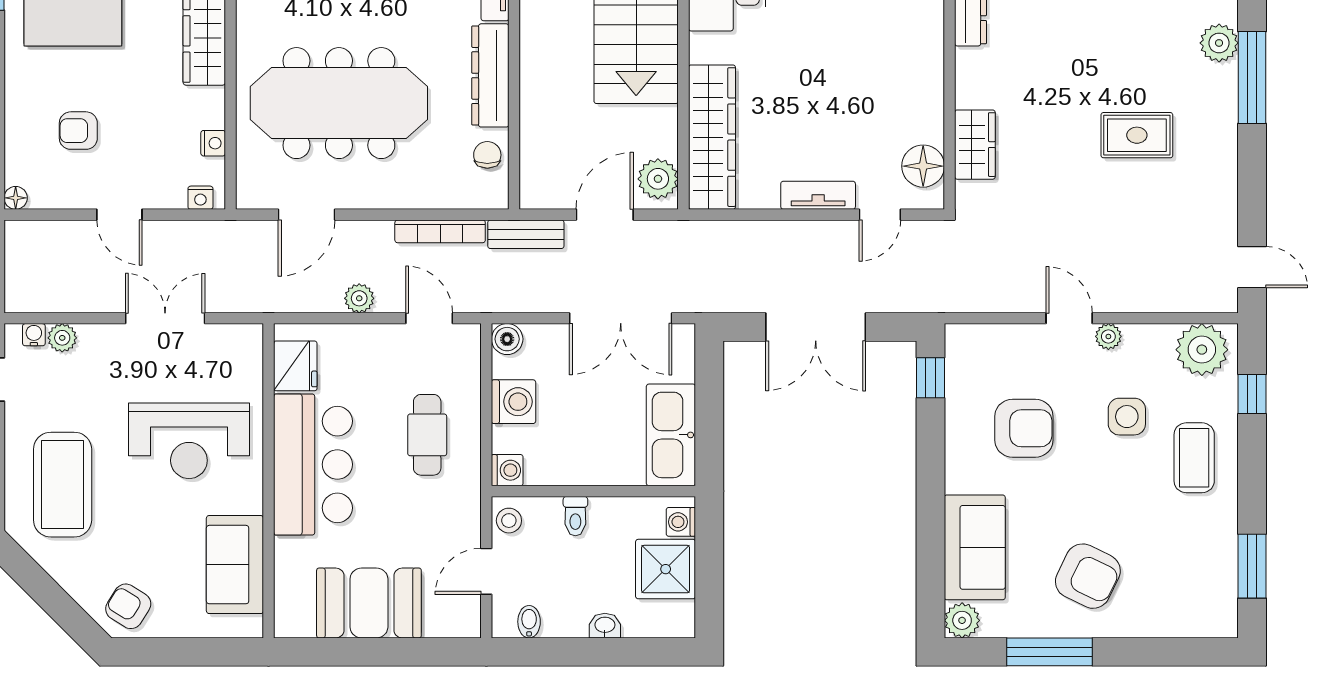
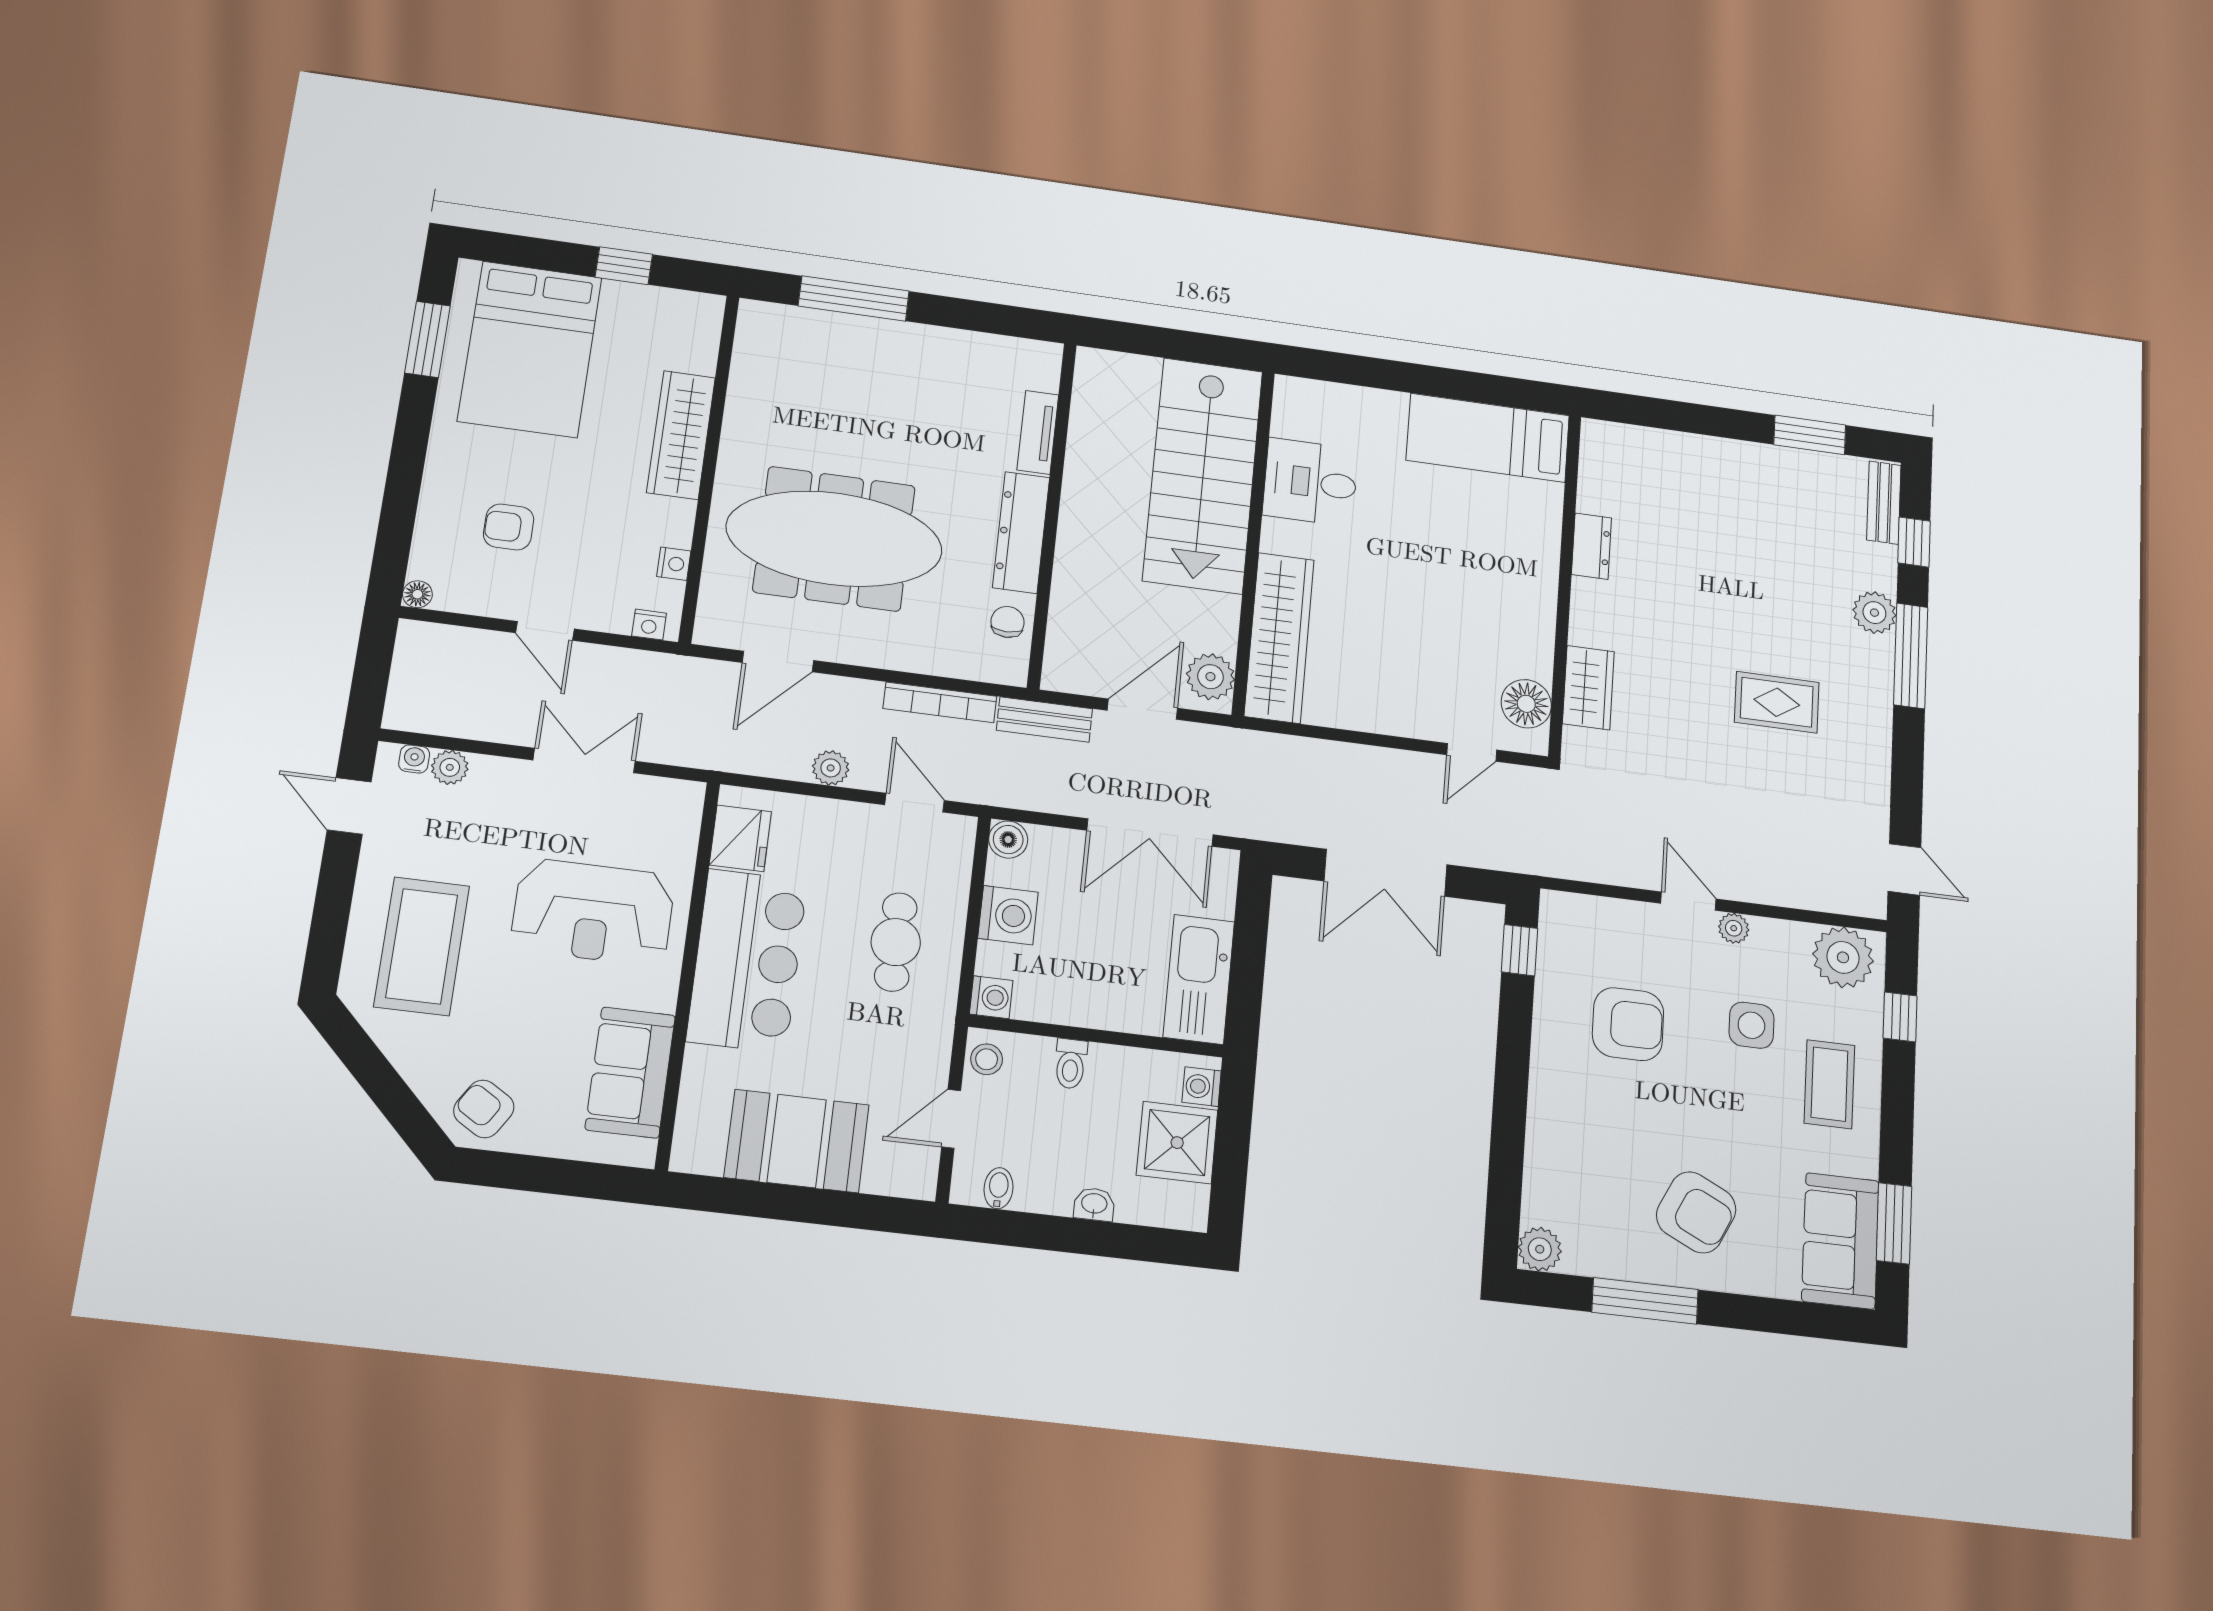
tv unit: (818, 195) -> (1400, 721), removed
sofa: (975, 547) -> (1840, 1241), moved, turned 180

